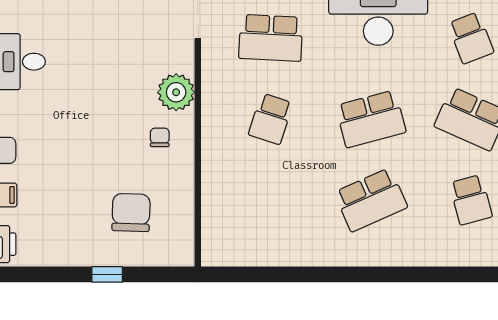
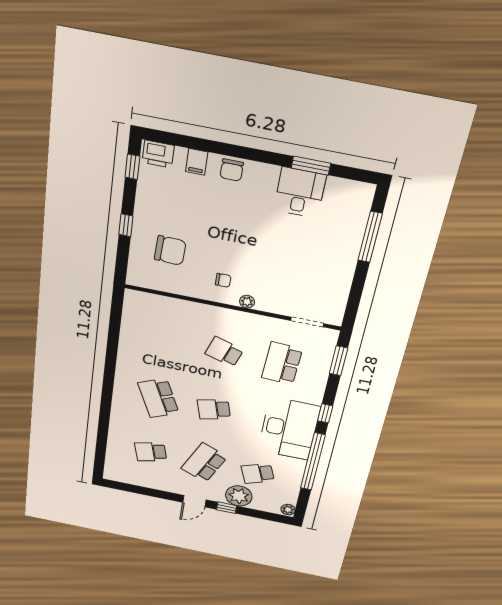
plant: (176, 92) -> (247, 302), width x0.53, depth x0.53
school desk: (371, 119) -> (214, 409), width x0.54
window: (24, 274) -> (132, 167), added

